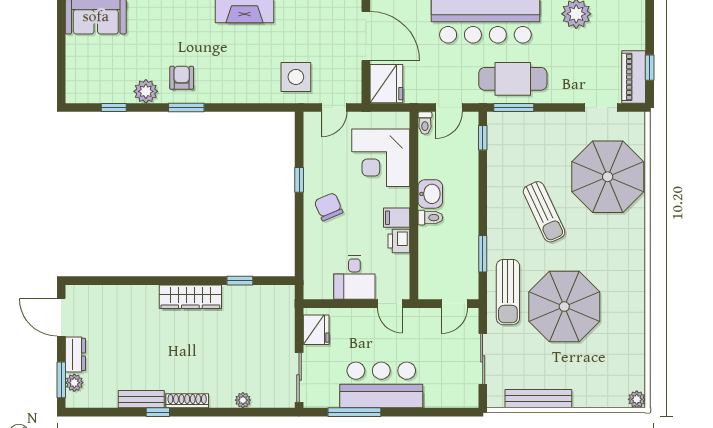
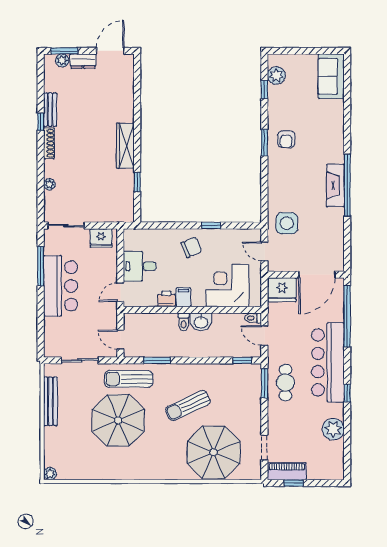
armchair: (182, 78) -> (286, 139), turned 92
cafe table: (513, 79) -> (285, 383), width x0.73, depth x0.74
plant: (146, 91) -> (276, 75), moved

